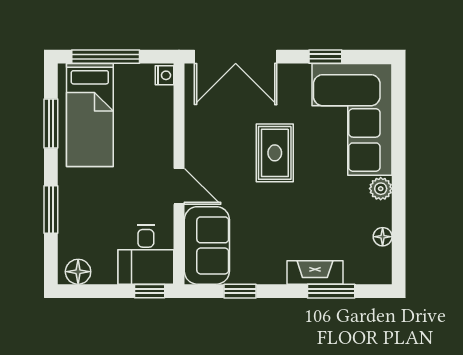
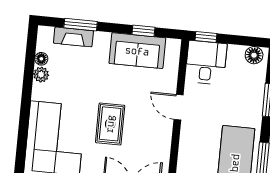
plant: (381, 189) -> (41, 75), moved
sofa: (207, 245) -> (137, 51), moved, turned -90
fireplace: (315, 272) -> (73, 37), moved

